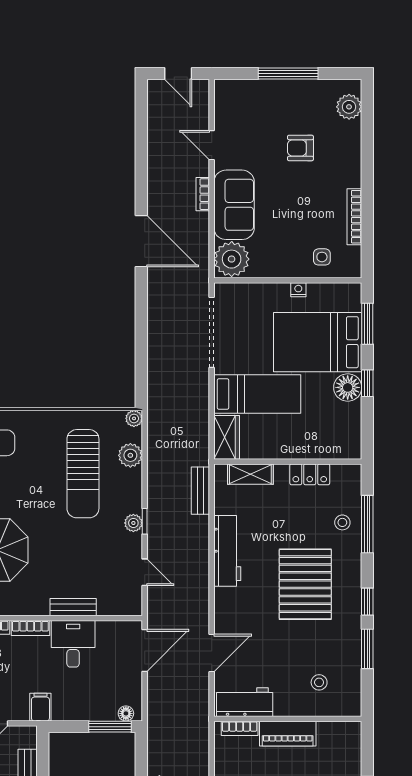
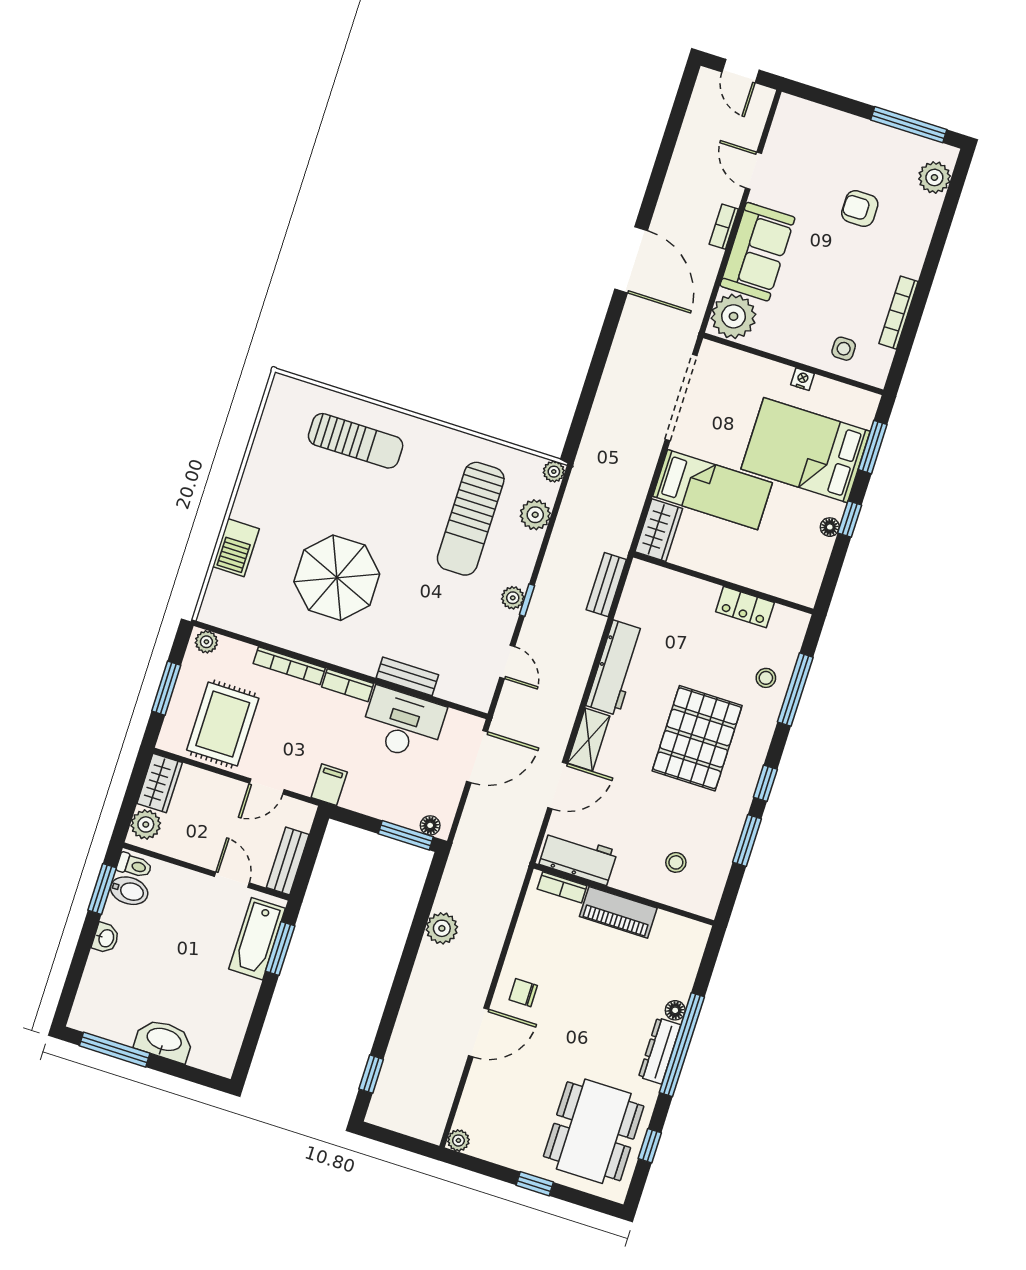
window: (288, 73) -> (909, 125), moved
floor lamp: (348, 387) -> (830, 527), width x0.53, depth x0.53
shelving: (250, 474) -> (589, 740), moved, turned 90
desk: (73, 644) -> (403, 724), width x1.37

